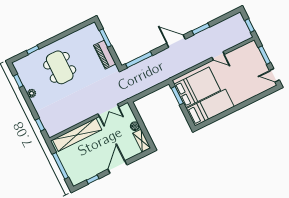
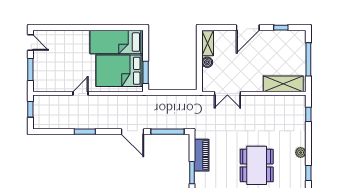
door: (176, 41) -> (133, 132), moved
door: (218, 56) -> (80, 93), hinge flipped
double door: (108, 110) -> (227, 93), swing flipped
shelving: (77, 135) -> (283, 84), width x0.68

